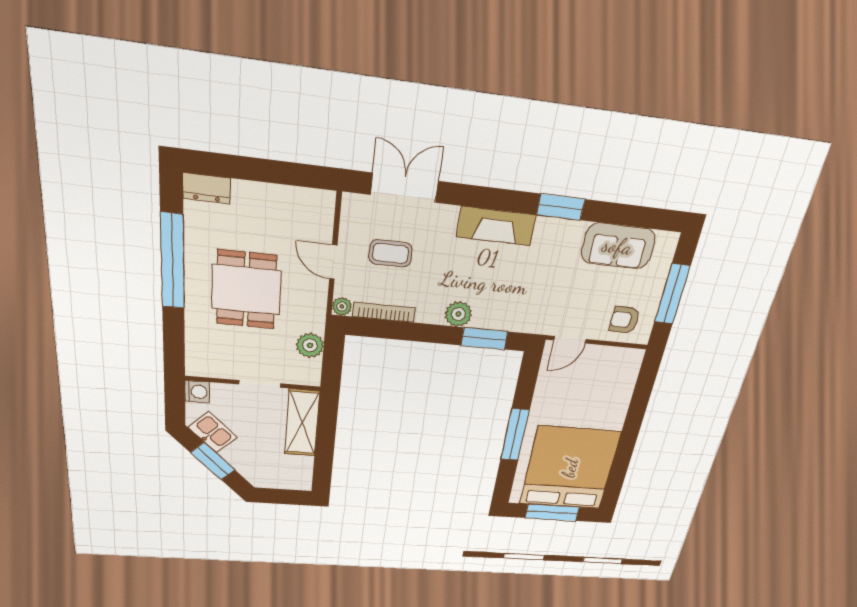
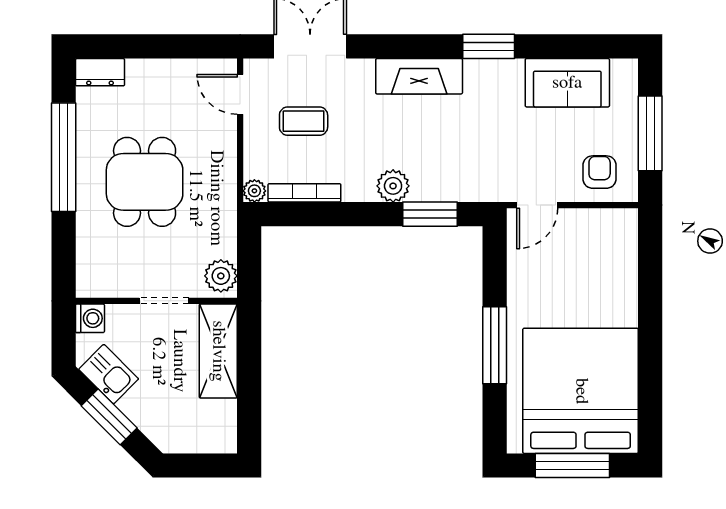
door: (333, 262) -> (240, 94), moved
armchair: (625, 320) -> (600, 172), turned 90
plant: (310, 345) -> (221, 276), moved

